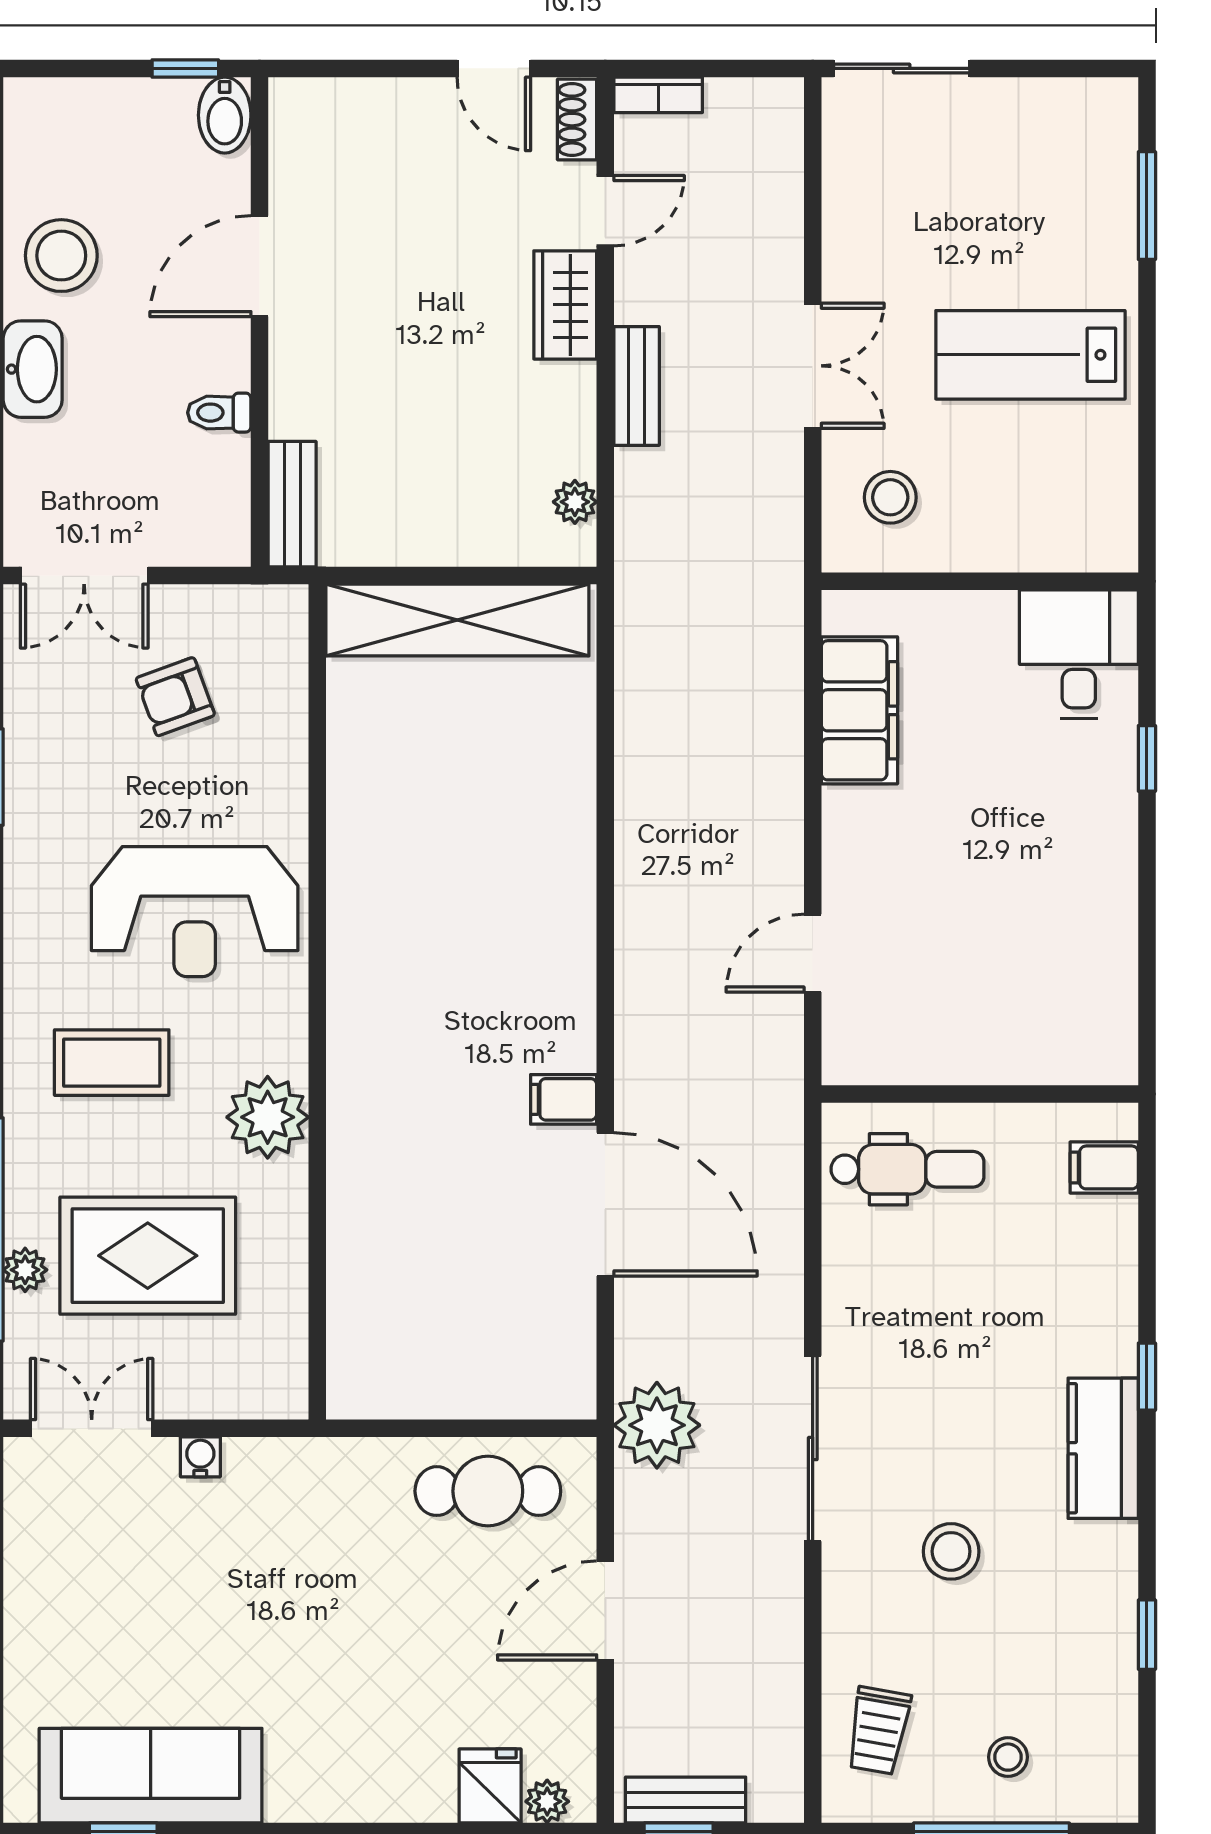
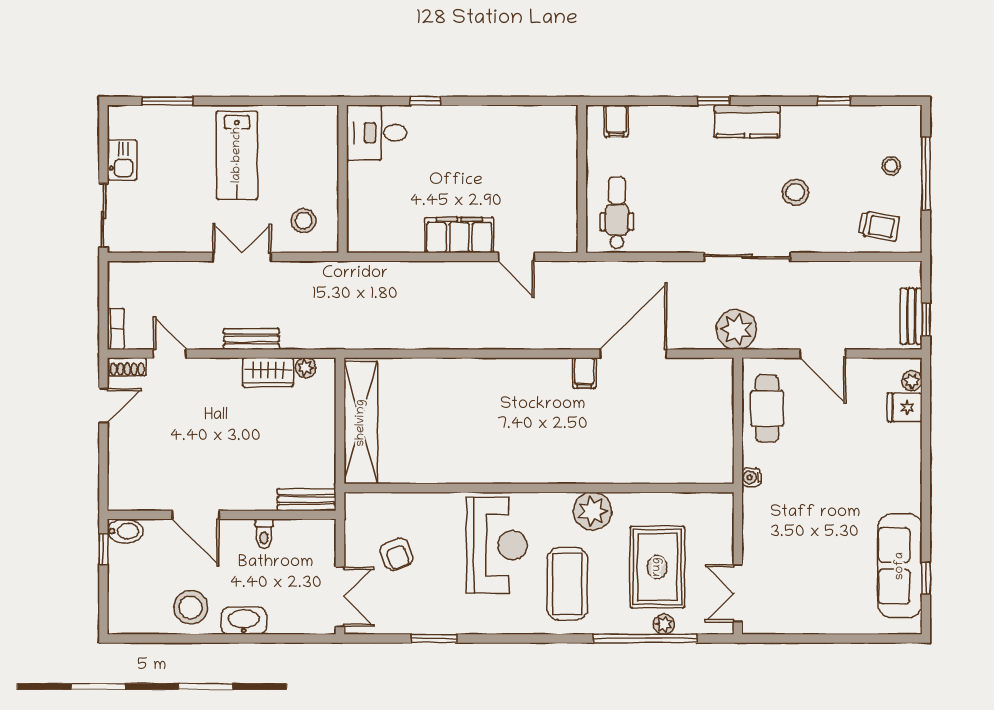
kitchen sink: (1020, 108) -> (122, 160), added
wardrobe: (565, 305) -> (268, 372), moved
filing cabinet: (859, 710) -> (459, 235), moved
coffee table: (112, 1063) -> (567, 584), width x1.36, depth x1.32
water cooler: (200, 1457) -> (751, 477), moved

